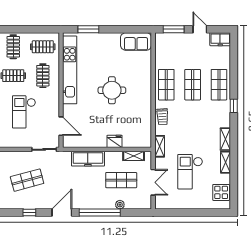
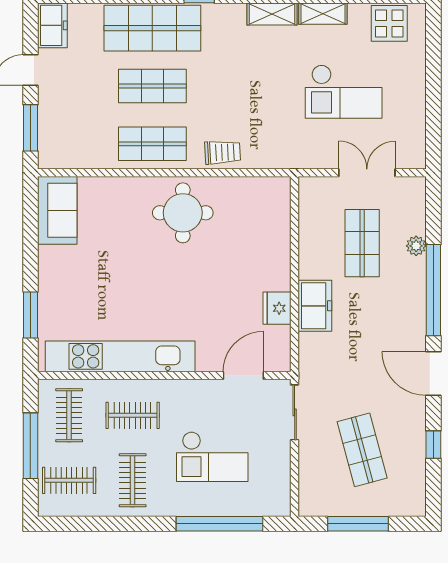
window: (29, 29) -> (30, 446), added
shop shelf: (219, 85) -> (152, 28), width x1.43, depth x1.36
round table: (112, 90) -> (183, 213), moved
fridge: (115, 141) -> (277, 308), moved
shelving: (160, 146) -> (288, 159), removed
shelving: (134, 156) -> (309, 216), removed
freezer: (88, 159) -> (315, 306), width x0.71

